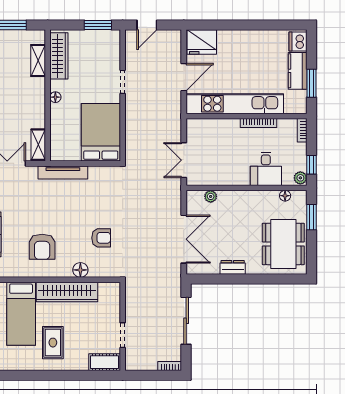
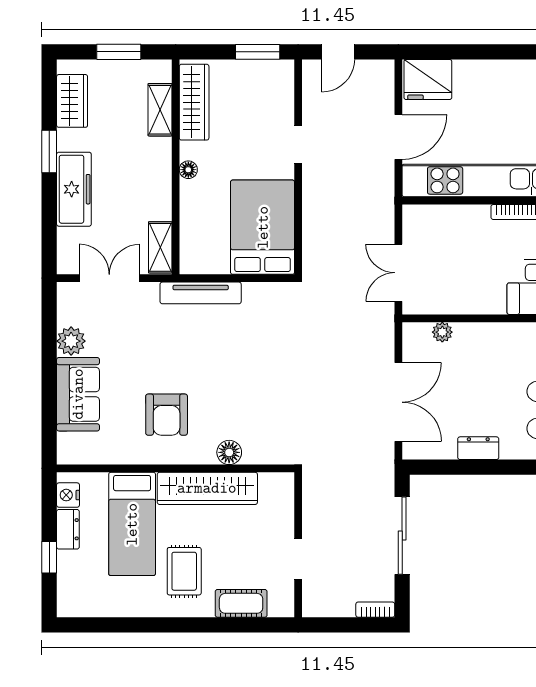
armchair: (101, 238) -> (263, 400), removed
cot: (105, 362) -> (241, 603), moved

